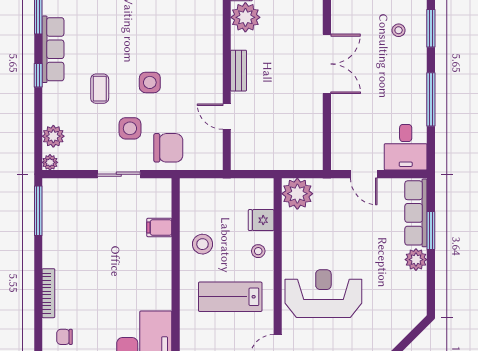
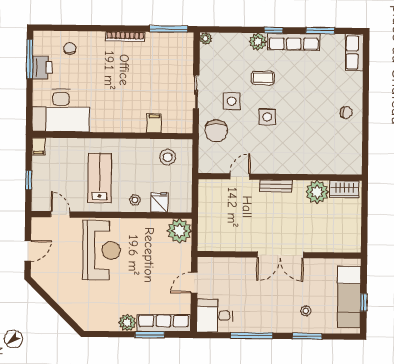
plant: (53, 136) -> (258, 42), moved
stool: (202, 244) -> (168, 157), moved
bookcase: (48, 293) -> (125, 37), moved

